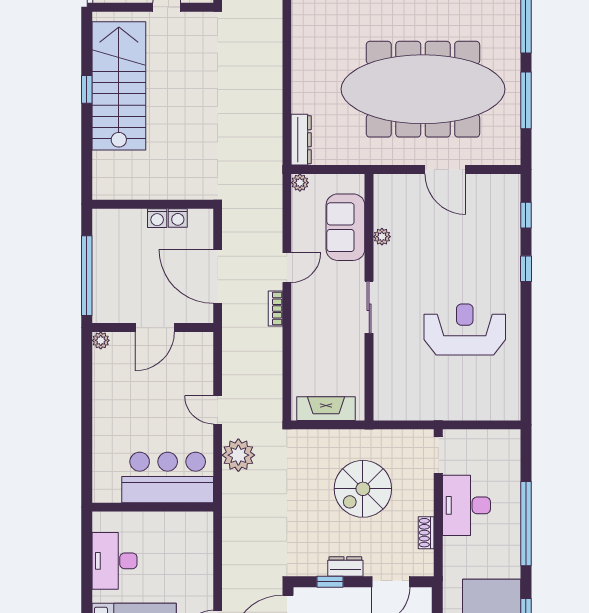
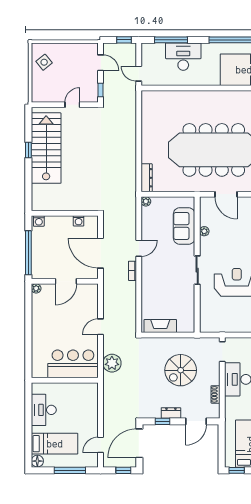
washing machine: (157, 218) -> (39, 221), moved
sofa: (345, 227) -> (184, 226), moved
plant: (382, 237) -> (204, 231), moved
wall: (369, 297) -> (197, 265), moved
sliding door: (369, 307) -> (197, 270), moved
door: (218, 410) -> (101, 327), hinge flipped
plant: (238, 455) -> (112, 363), moved

